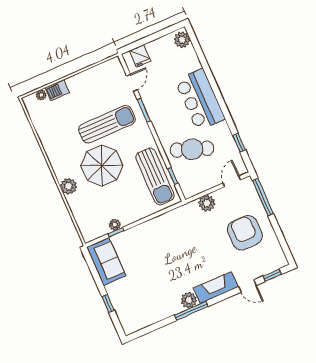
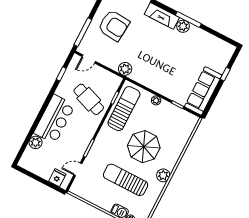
plant: (182, 40) -> (36, 142), moved
sun lounger: (107, 124) -> (126, 180), moved
plant: (69, 186) -> (163, 175), moved
plant: (207, 203) -> (125, 69), moved
plant: (115, 225) -> (156, 100), moved
armchair: (245, 233) -> (114, 25), turned -85
sofa: (106, 262) -> (203, 91), width x1.36

